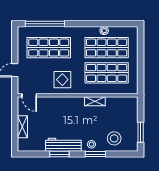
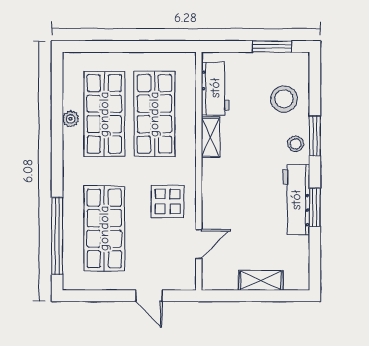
door: (29, 95) -> (199, 244), moved
workbench: (119, 104) -> (215, 88), added

